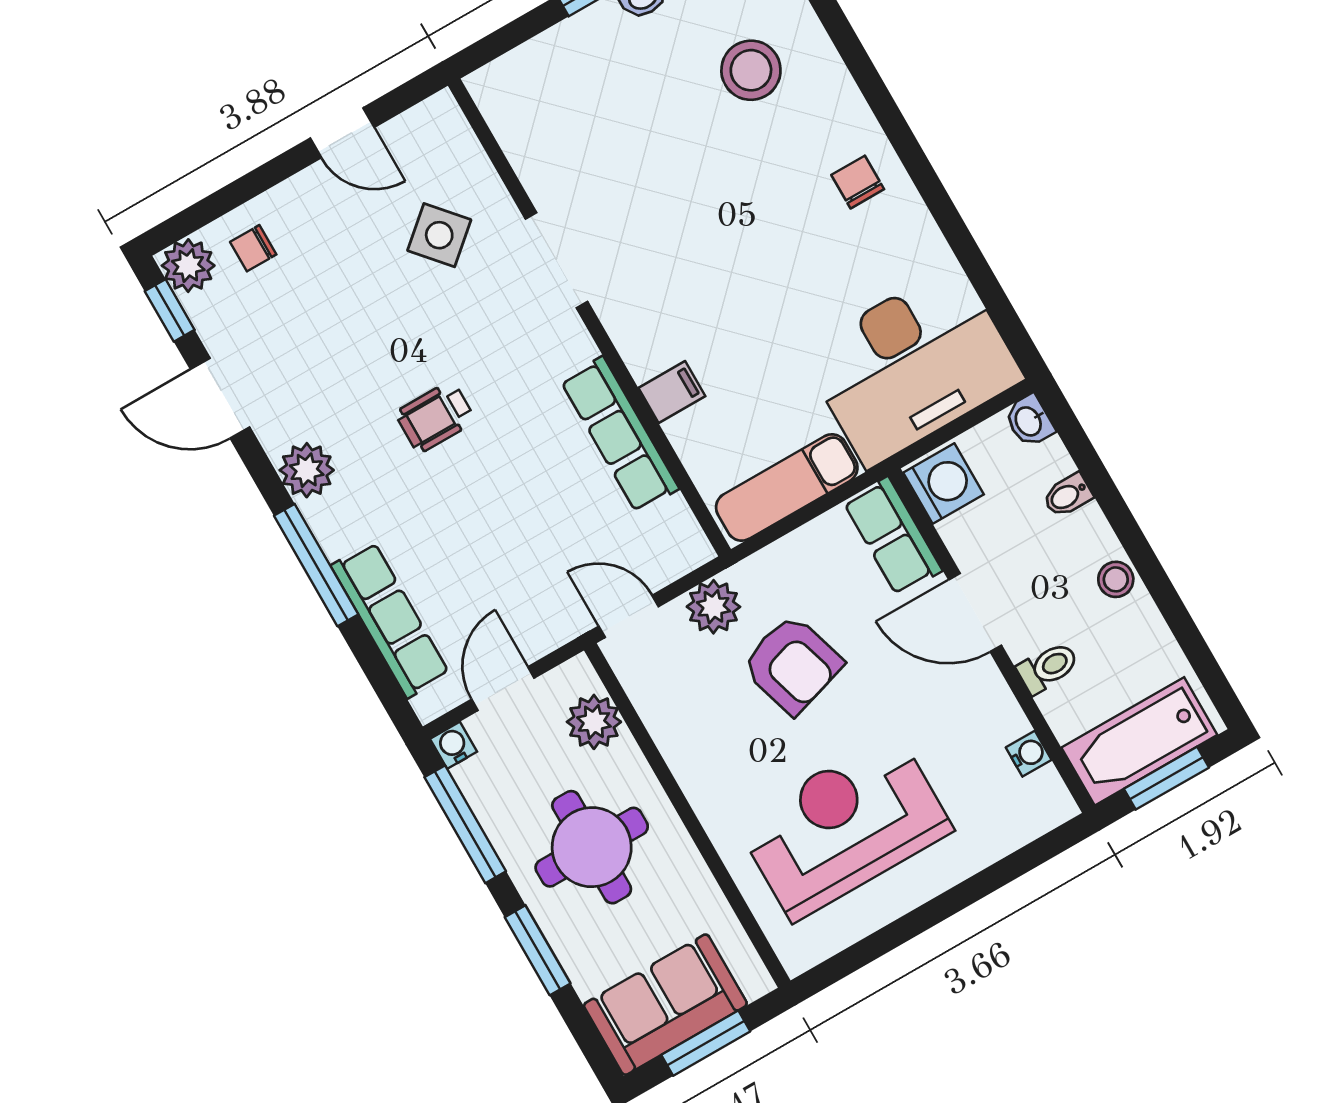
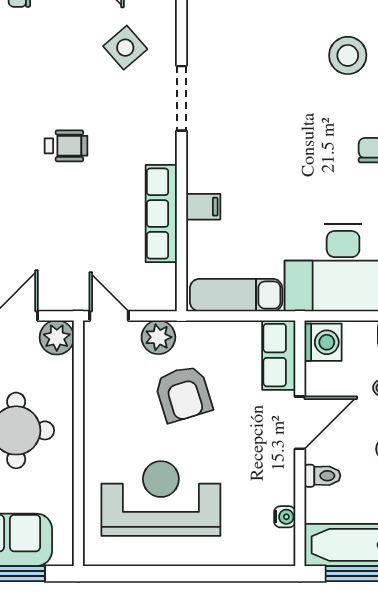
wheelchair: (435, 417) -> (66, 146), turned 180
door: (975, 612) -> (300, 423), swing flipped
plant: (594, 722) -> (57, 337), moved

